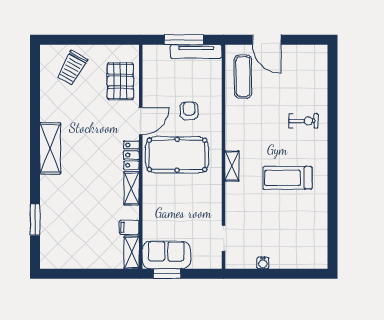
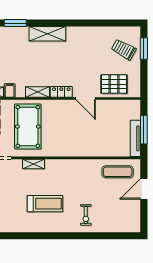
window: (71, 40) -> (144, 49), added
armchair: (189, 111) -> (93, 133), removed
shelving: (50, 148) -> (47, 34), moved
pool table: (177, 155) -> (28, 127), moved
shelving: (232, 166) -> (34, 164), moved
treadmill: (287, 178) -> (45, 204), turned 90

